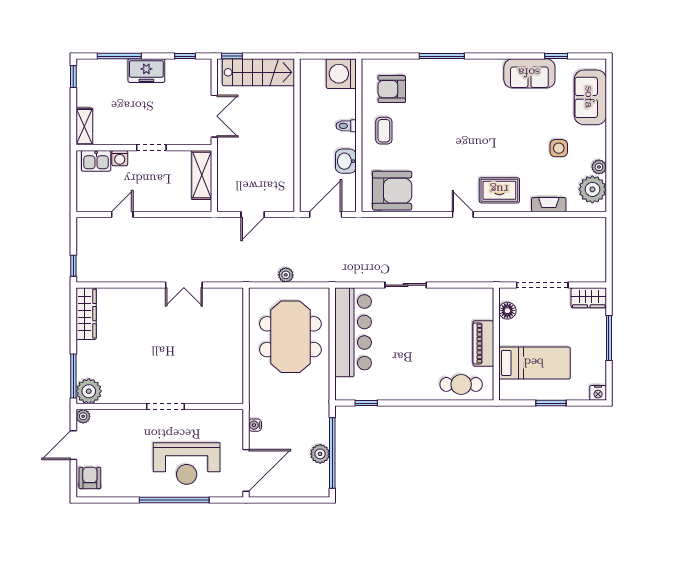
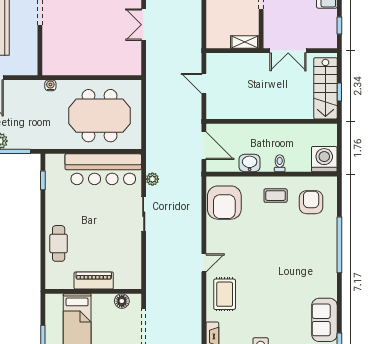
window: (232, 56) -> (339, 92), moved
window: (442, 56) -> (339, 245), width x1.46
shelving: (202, 175) -> (245, 42), width x0.67, depth x0.75
plant: (286, 275) -> (152, 179), moved
cafe table: (461, 384) -> (59, 243), moved
water cooler: (255, 425) -> (50, 85), moved

